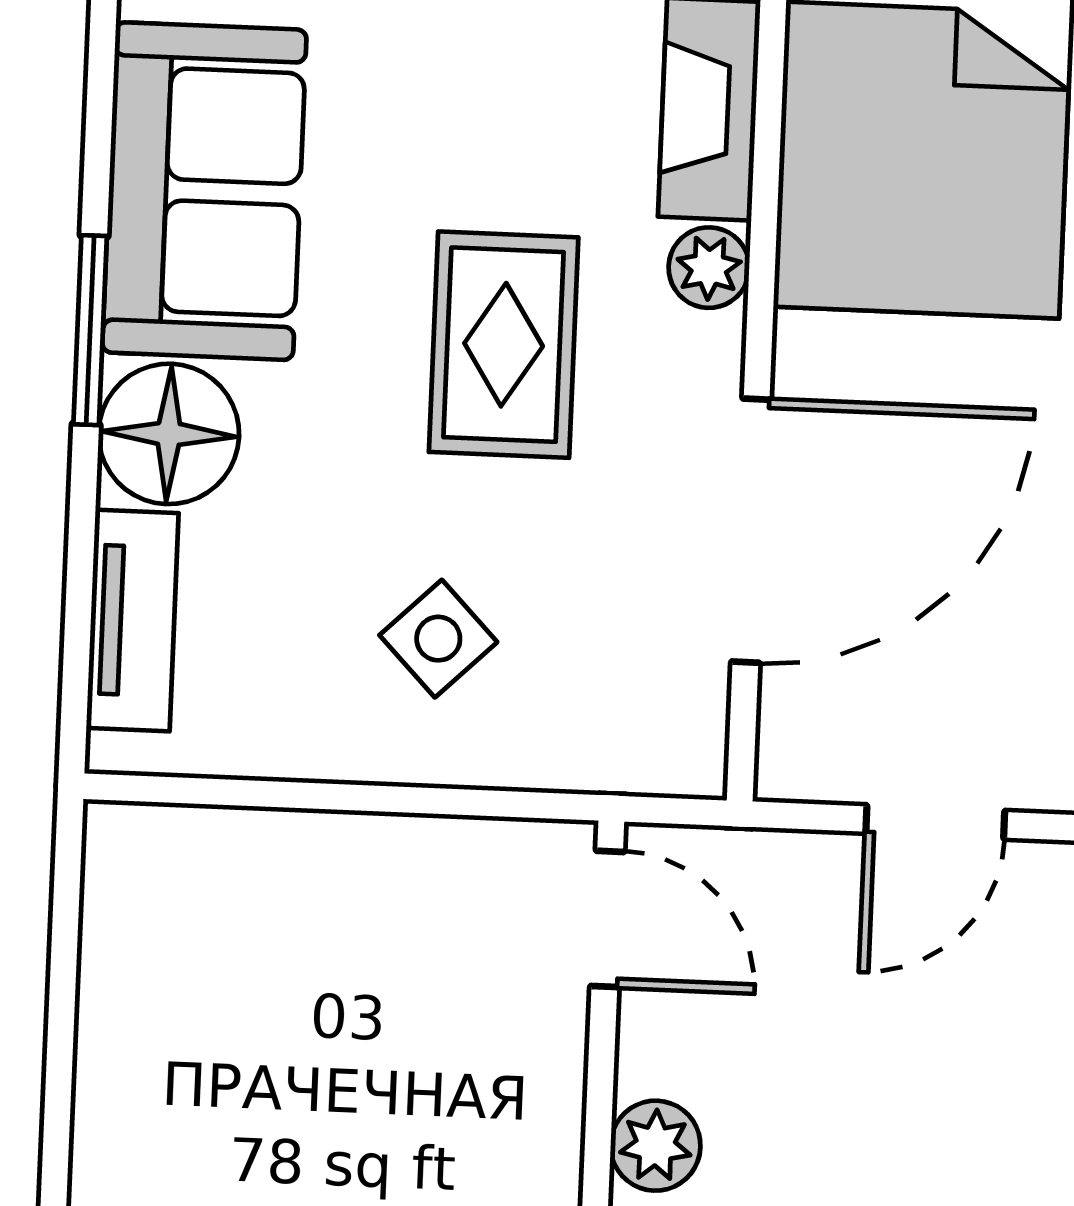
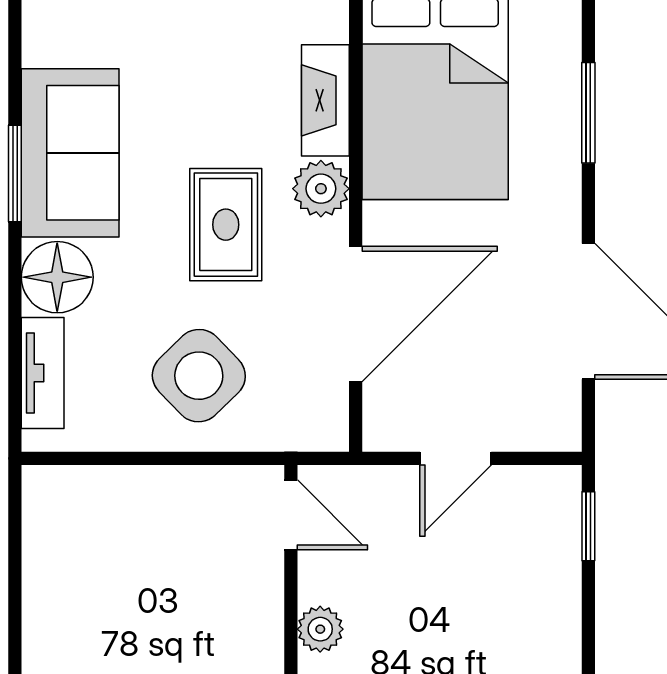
plant: (709, 268) -> (321, 189), width x1.38, depth x1.38
window: (90, 330) -> (15, 174), moved
side table: (438, 639) -> (199, 376), width x1.87, depth x1.87

